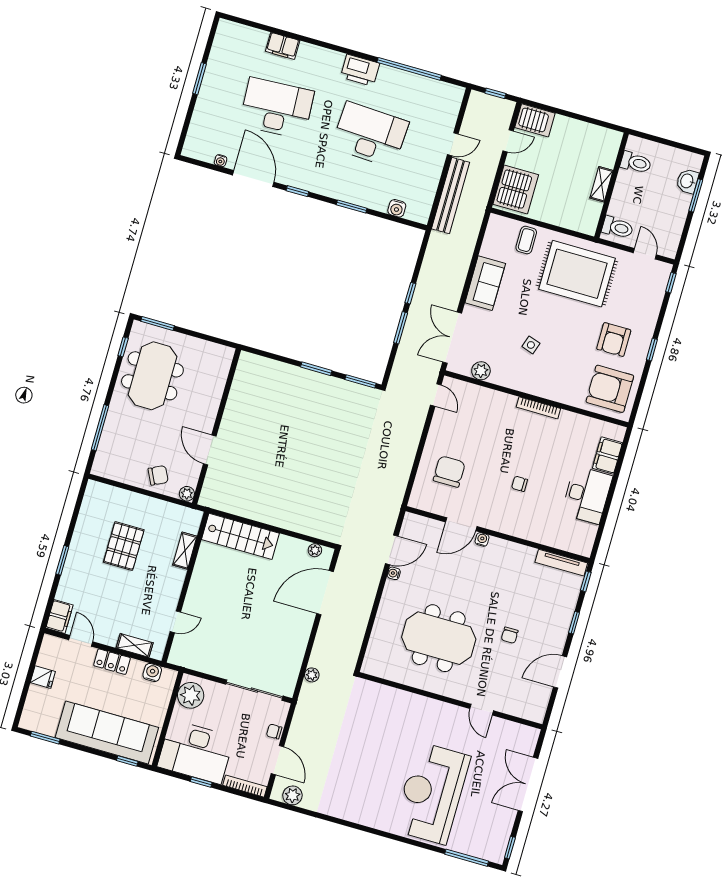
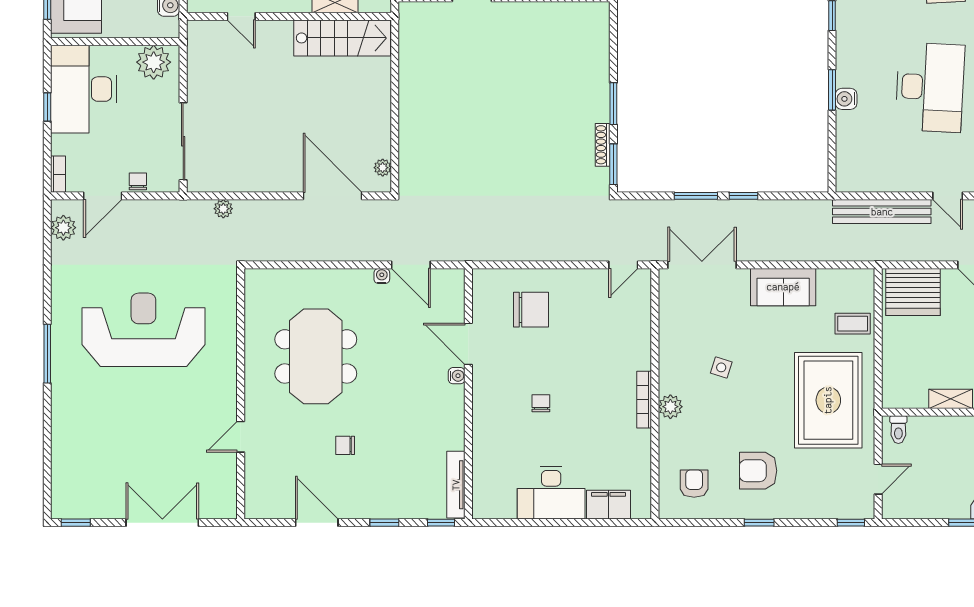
water cooler: (397, 208) -> (846, 99), moved
toilet: (618, 227) -> (898, 430), width x0.73, depth x0.72
plant: (481, 371) -> (670, 407), moved
shoe rack: (344, 385) -> (603, 145), added
armchair: (610, 389) -> (694, 484), width x0.53, depth x0.53
stairs: (240, 536) -> (342, 38), moved, turned -90
bookcase: (245, 786) -> (58, 174), width x0.64
reception desk: (432, 793) -> (143, 330), moved
window: (467, 858) -> (47, 354), moved

